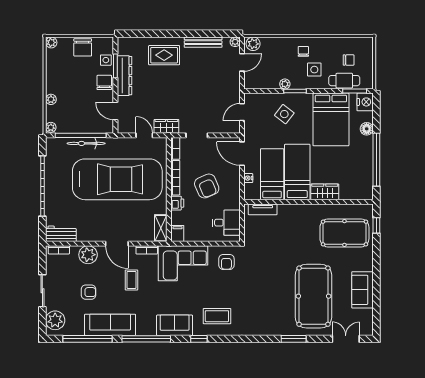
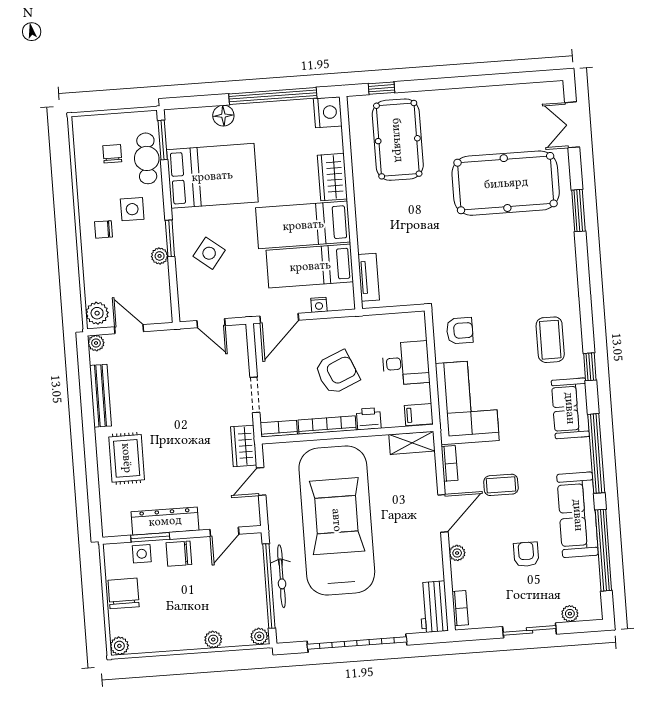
chair: (83, 47) -> (124, 593), turned -90
nightstand: (365, 102) -> (328, 112), moved, turned 90
desk: (226, 223) -> (406, 363), moved, turned 90
plant: (88, 255) -> (457, 553), width x0.53, depth x0.53
sofa: (362, 290) -> (489, 103), removed
plant: (55, 320) -> (570, 614), width x0.53, depth x0.53

